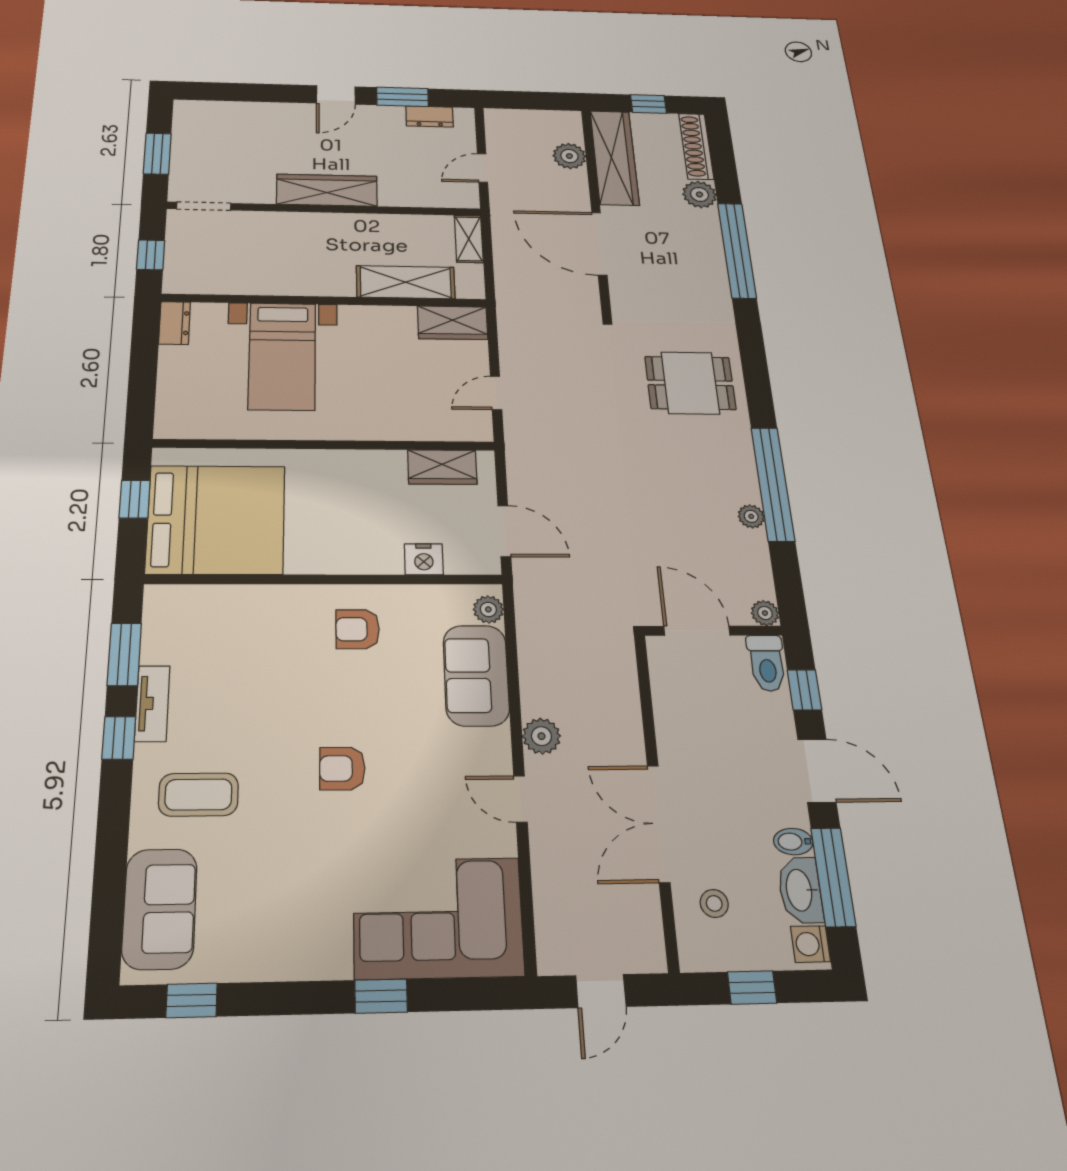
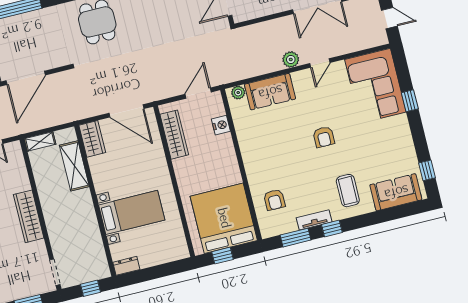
door: (496, 393) -> (126, 111), width x1.87
wardrobe: (442, 467) -> (174, 135), width x1.50
armchair: (358, 629) -> (274, 200), moved

